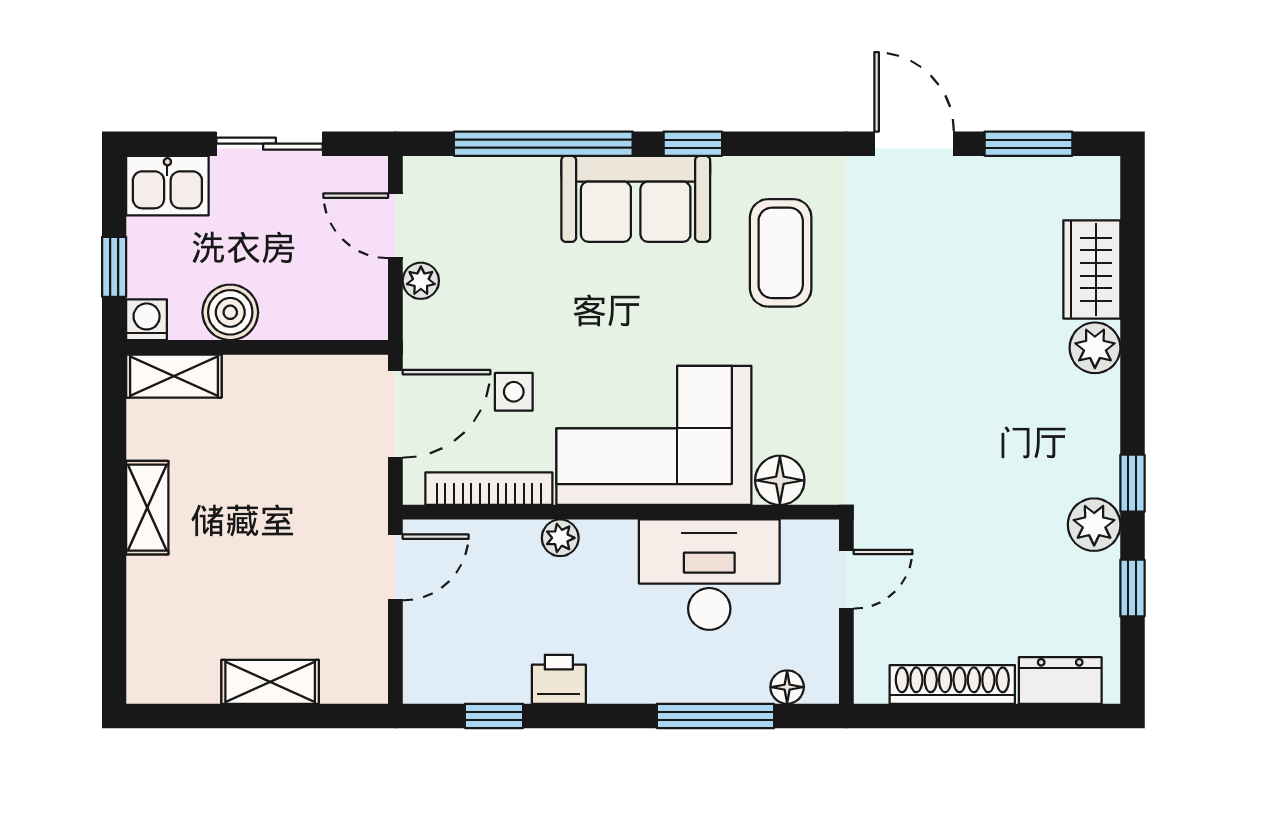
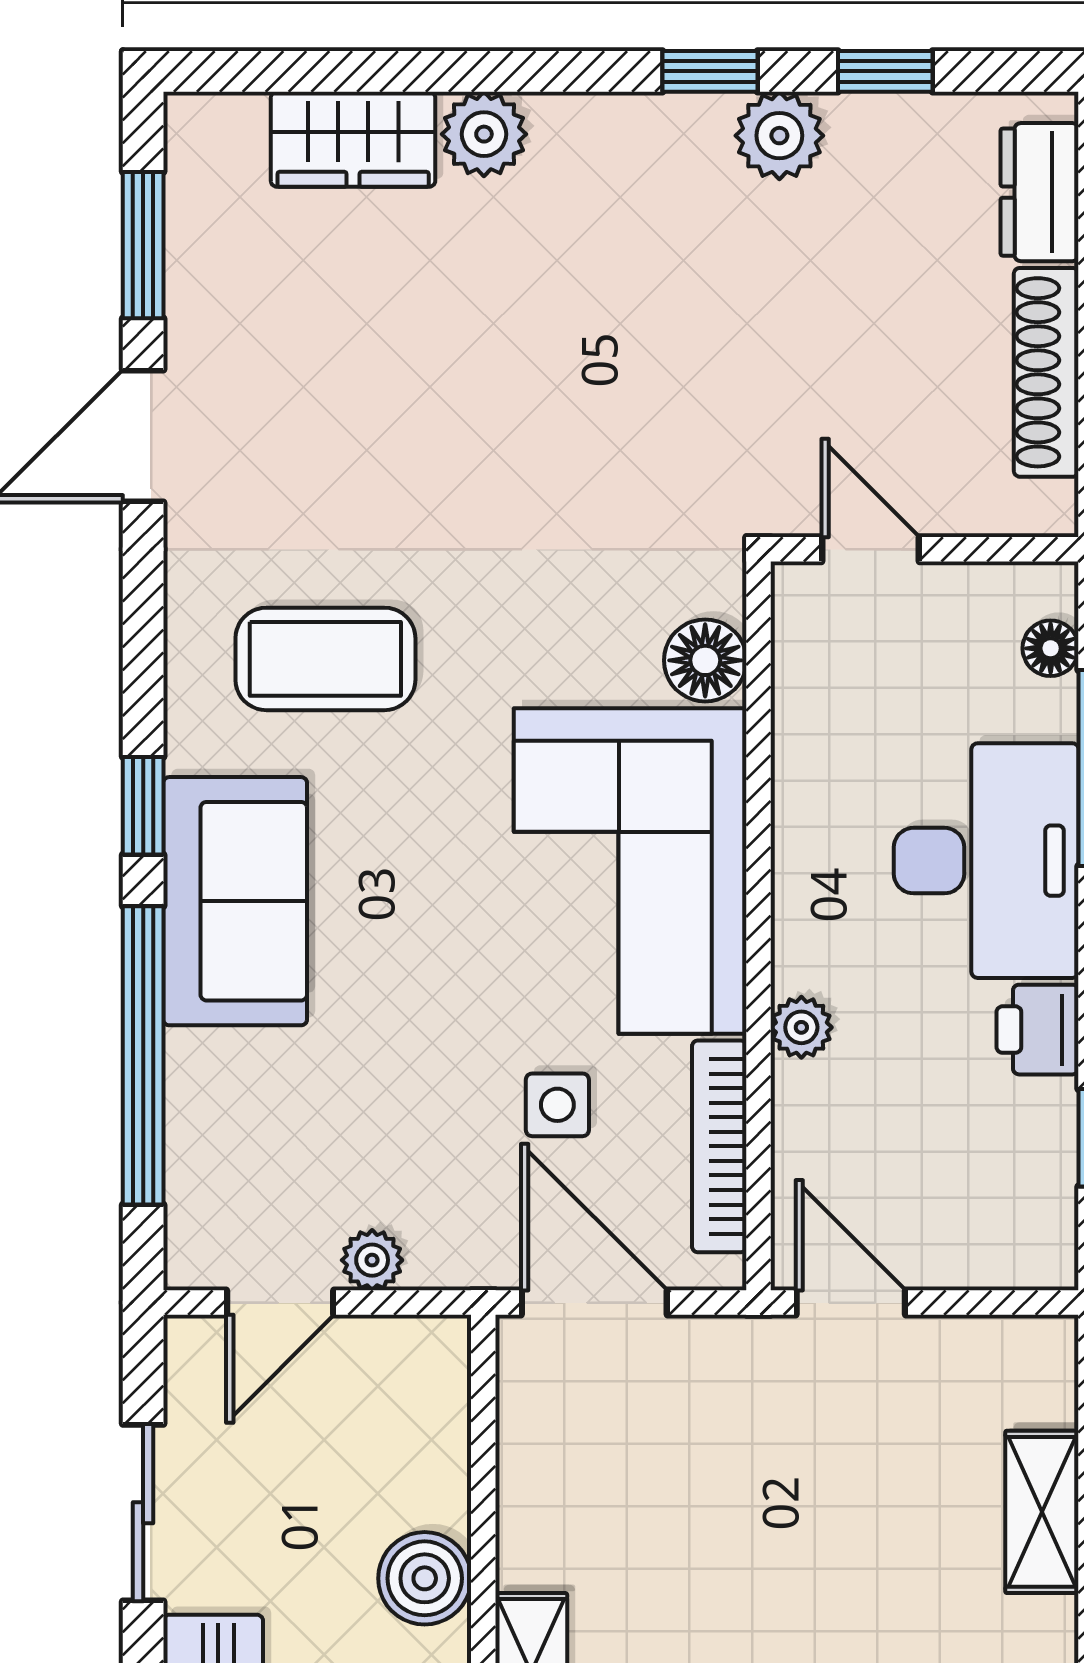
desk: (709, 575) -> (986, 861), moved, turned 180

